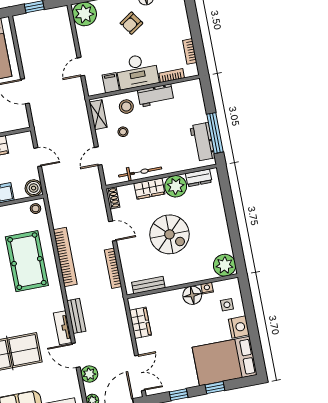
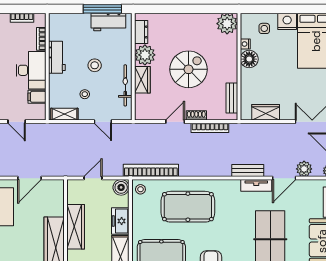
stool: (126, 107) -> (95, 65), moved
shoe rack: (113, 198) -> (196, 115), moved
bookcase: (65, 257) -> (151, 170), moved

